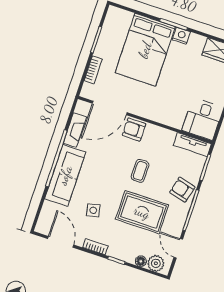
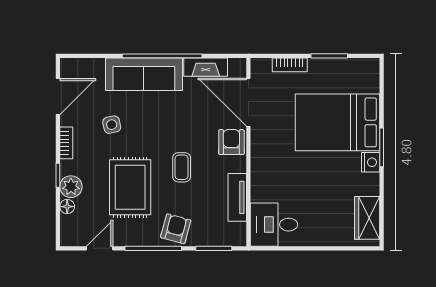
tv unit: (192, 144) -> (237, 197), moved
coffee table: (140, 171) -> (182, 167), turned 90
plant: (156, 263) -> (71, 187), moved

